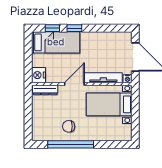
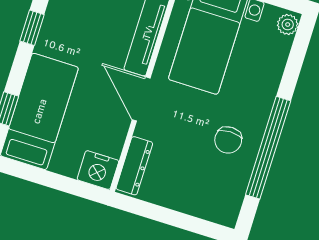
window: (74, 28) -> (32, 28), moved
plant: (126, 136) -> (288, 24), added

